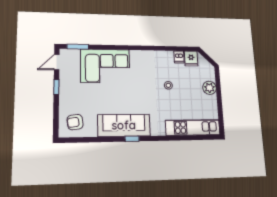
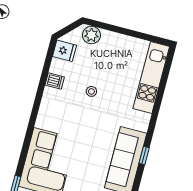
dishwasher: (179, 57) -> (55, 81), moved
plant: (209, 88) -> (91, 35), moved

